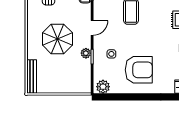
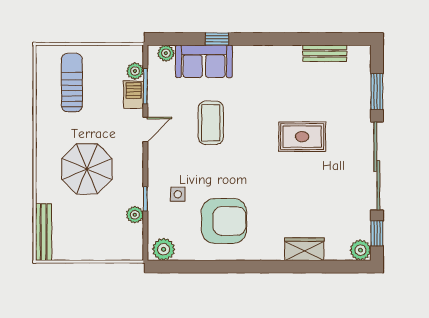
door: (92, 28) -> (145, 129), moved
plant: (86, 53) -> (135, 215), moved

